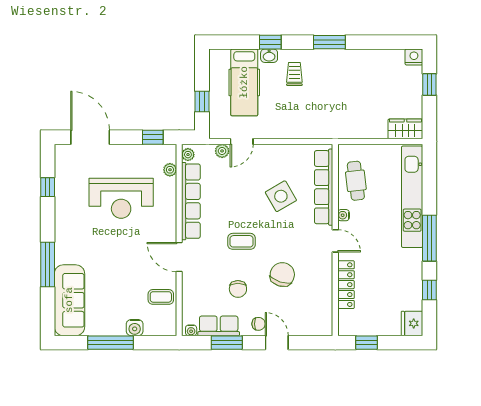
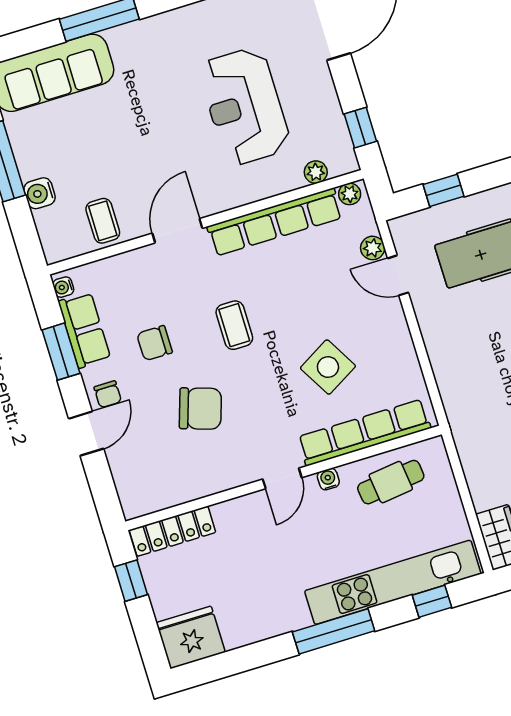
locker: (346, 285) -> (172, 531), moved
window: (429, 290) -> (432, 601), moved
fridge: (412, 323) -> (191, 637), width x1.36, depth x1.34

